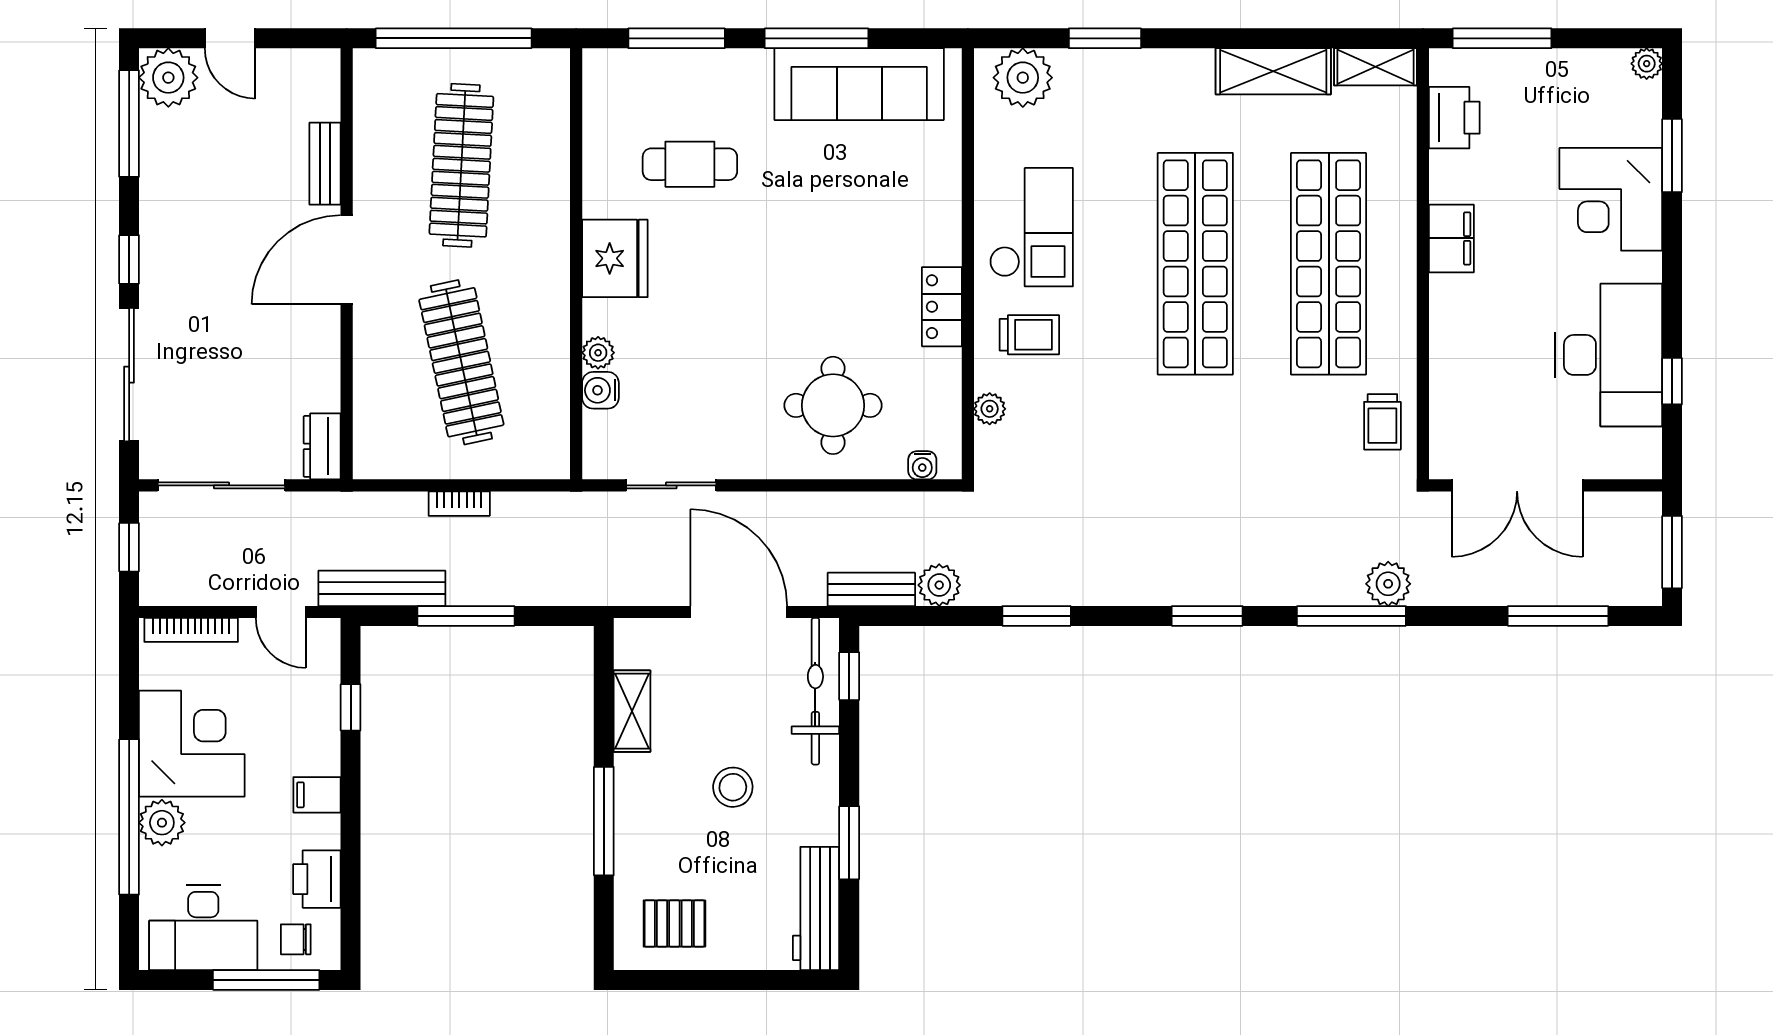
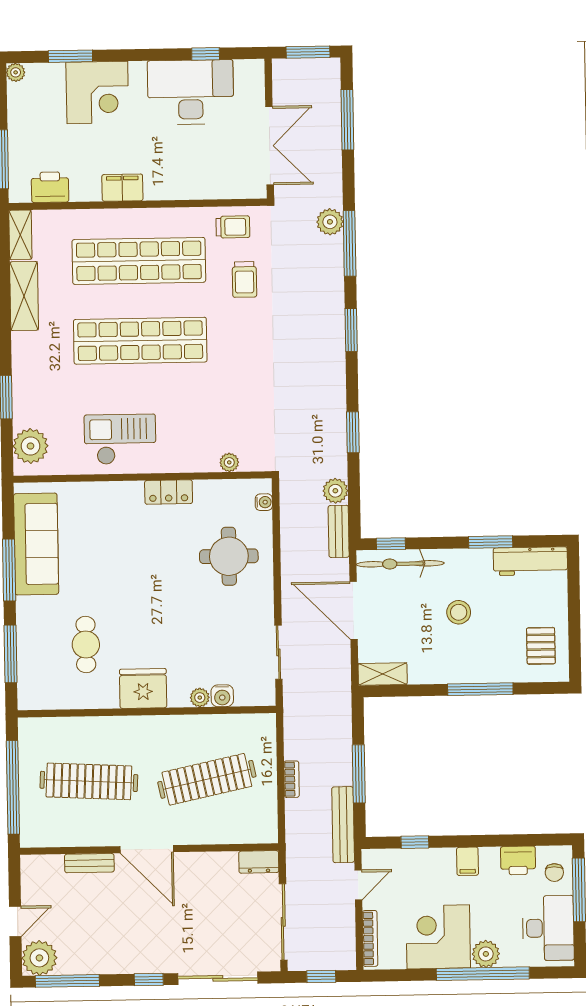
trolley: (1029, 335) -> (244, 279), moved, turned 180
door: (739, 612) -> (354, 611), hinge flipped
shelving: (632, 711) -> (383, 674), moved

